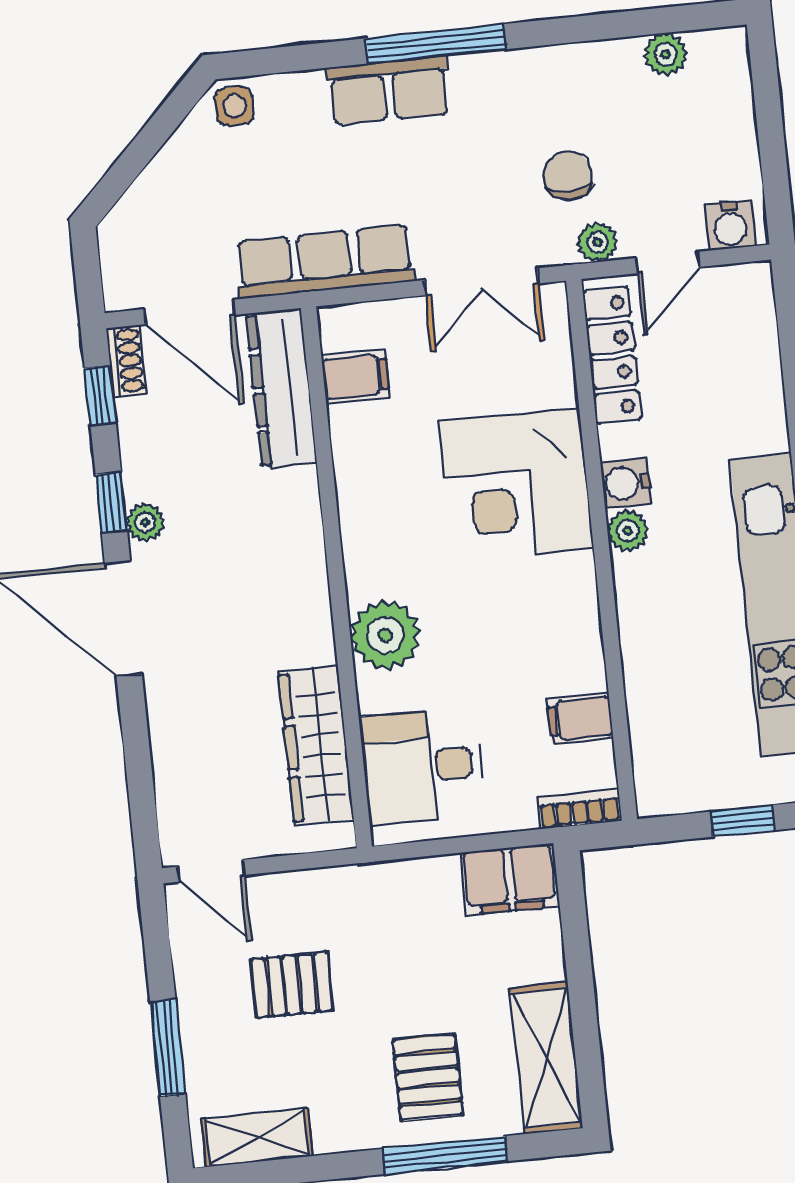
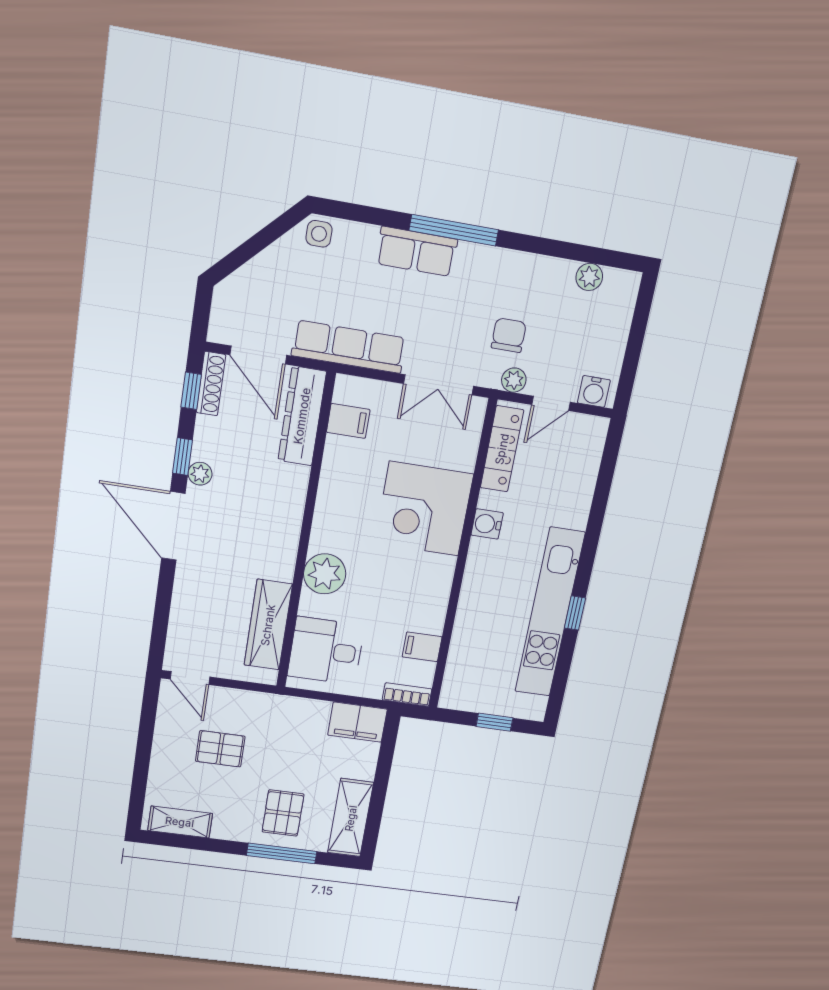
shoe rack: (126, 361) -> (211, 384), width x1.43
plant: (628, 531) -> (480, 551), removed
window: (168, 1048) -> (142, 765), removed

